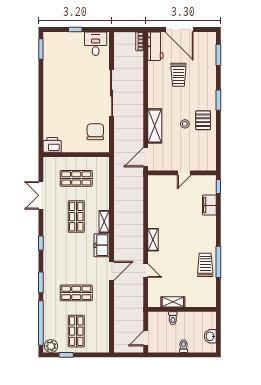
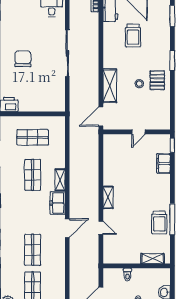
chair: (95, 132) -> (23, 59), moved
trolley: (205, 265) -> (159, 222), turned 180
shop shelf: (76, 293) -> (33, 250), turned 90
shelving: (173, 302) -> (153, 259), moved

